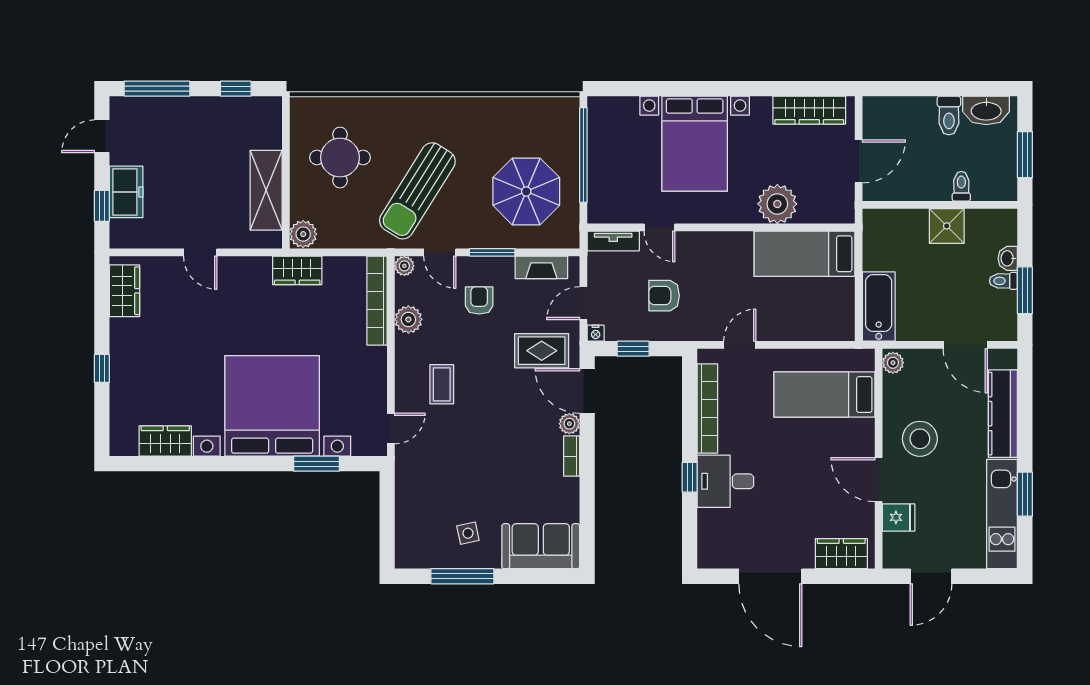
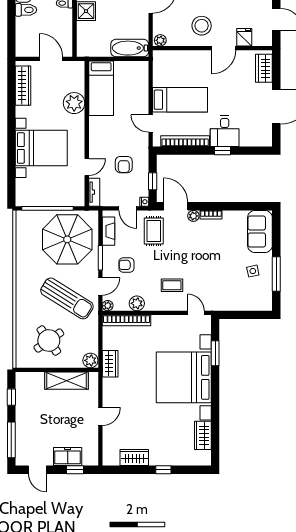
round table: (340, 157) -> (49, 341), turned -35
parasol: (526, 191) -> (67, 239), width x1.36, depth x1.36
wardrobe: (124, 291) -> (134, 458), moved
door: (587, 391) -> (176, 206), swing flipped
bed: (824, 395) -> (180, 100), moved, turned -90

